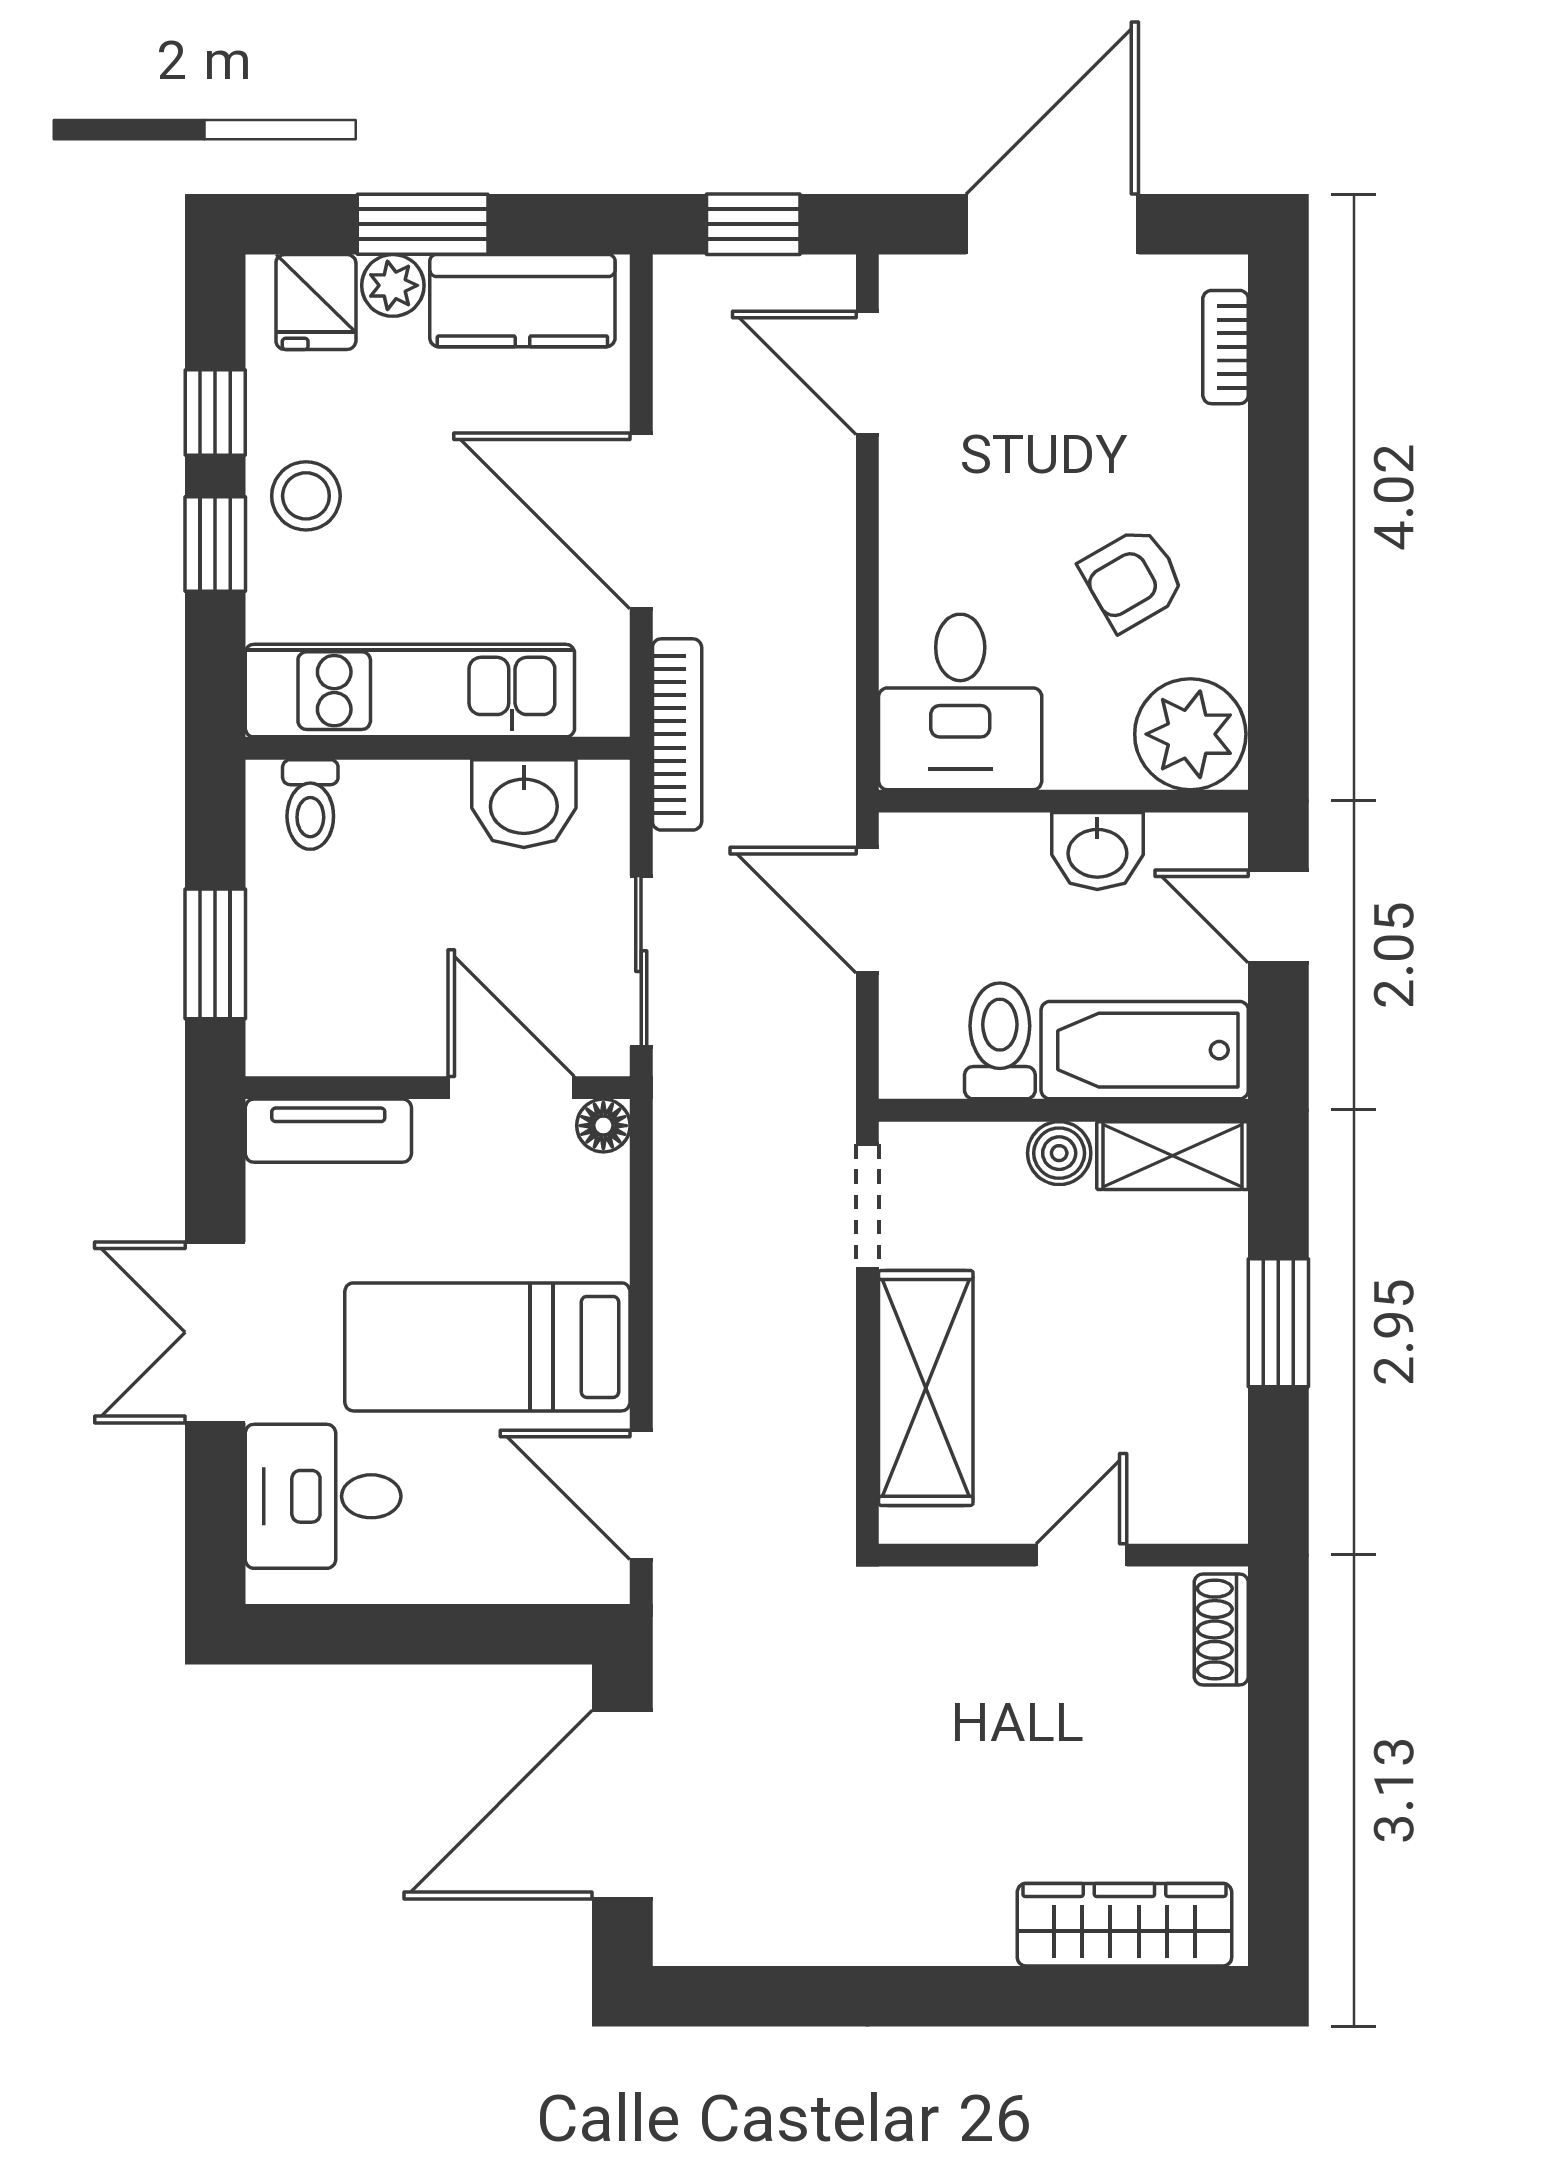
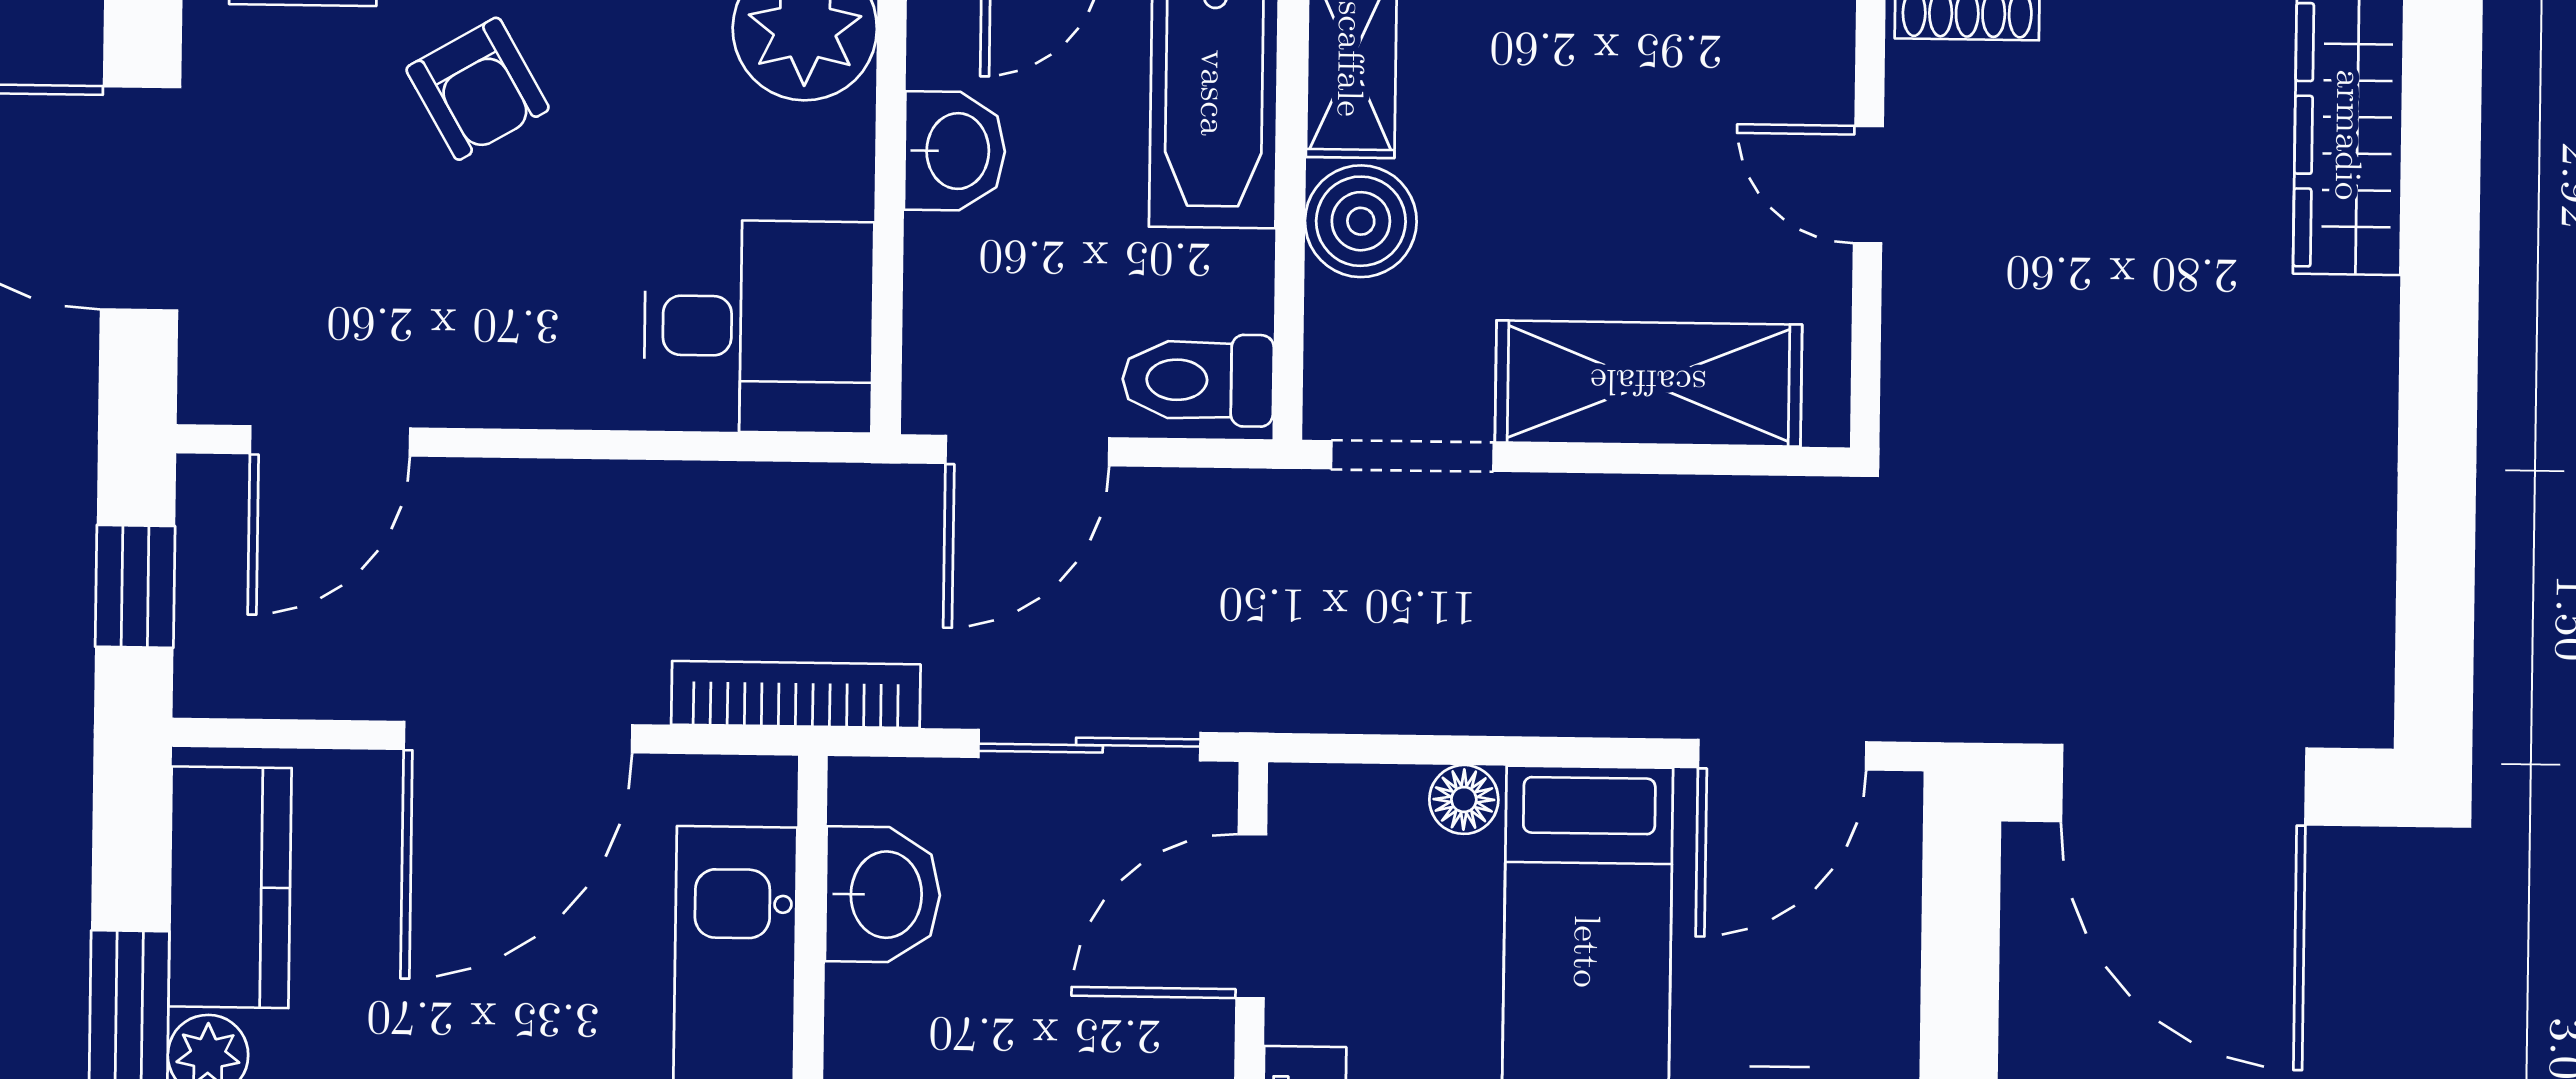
armchair: (1132, 579) -> (478, 89), moved
toilet: (1000, 1041) -> (1198, 380), moved
floor lamp: (603, 1126) -> (1464, 799), moved
boiler: (1059, 1153) -> (1361, 221), width x1.36, depth x1.36

